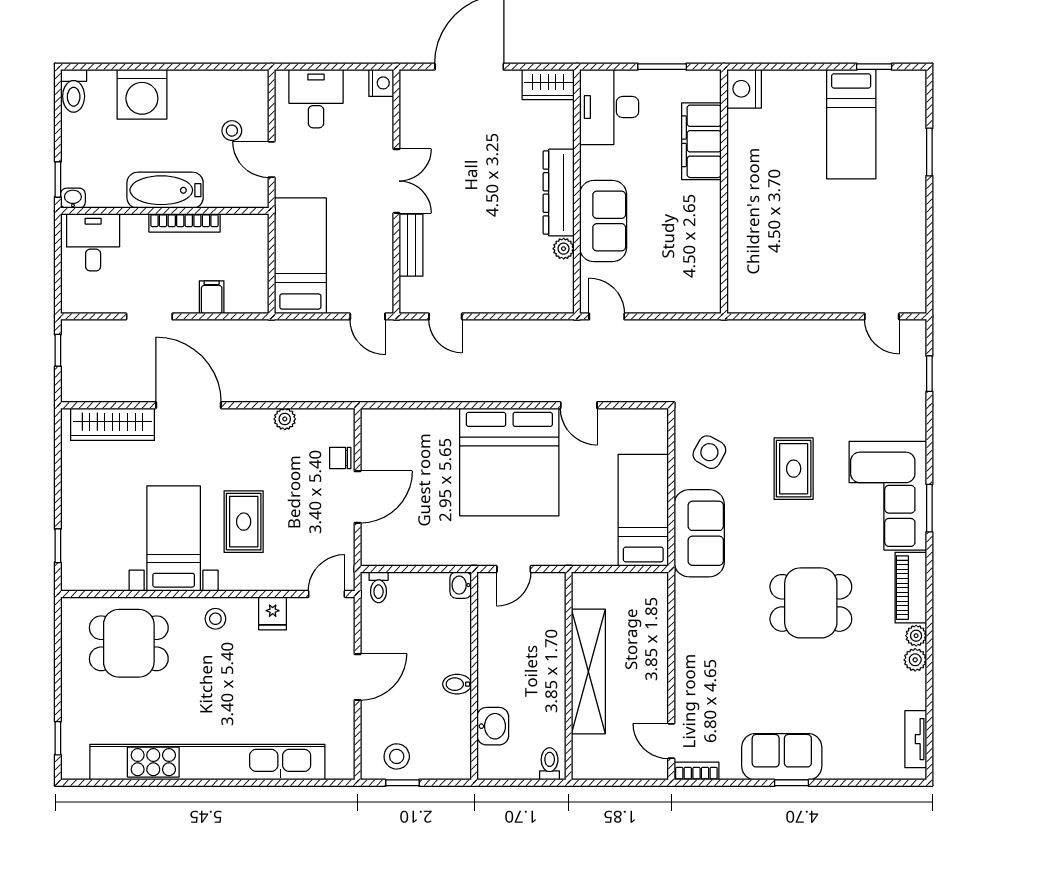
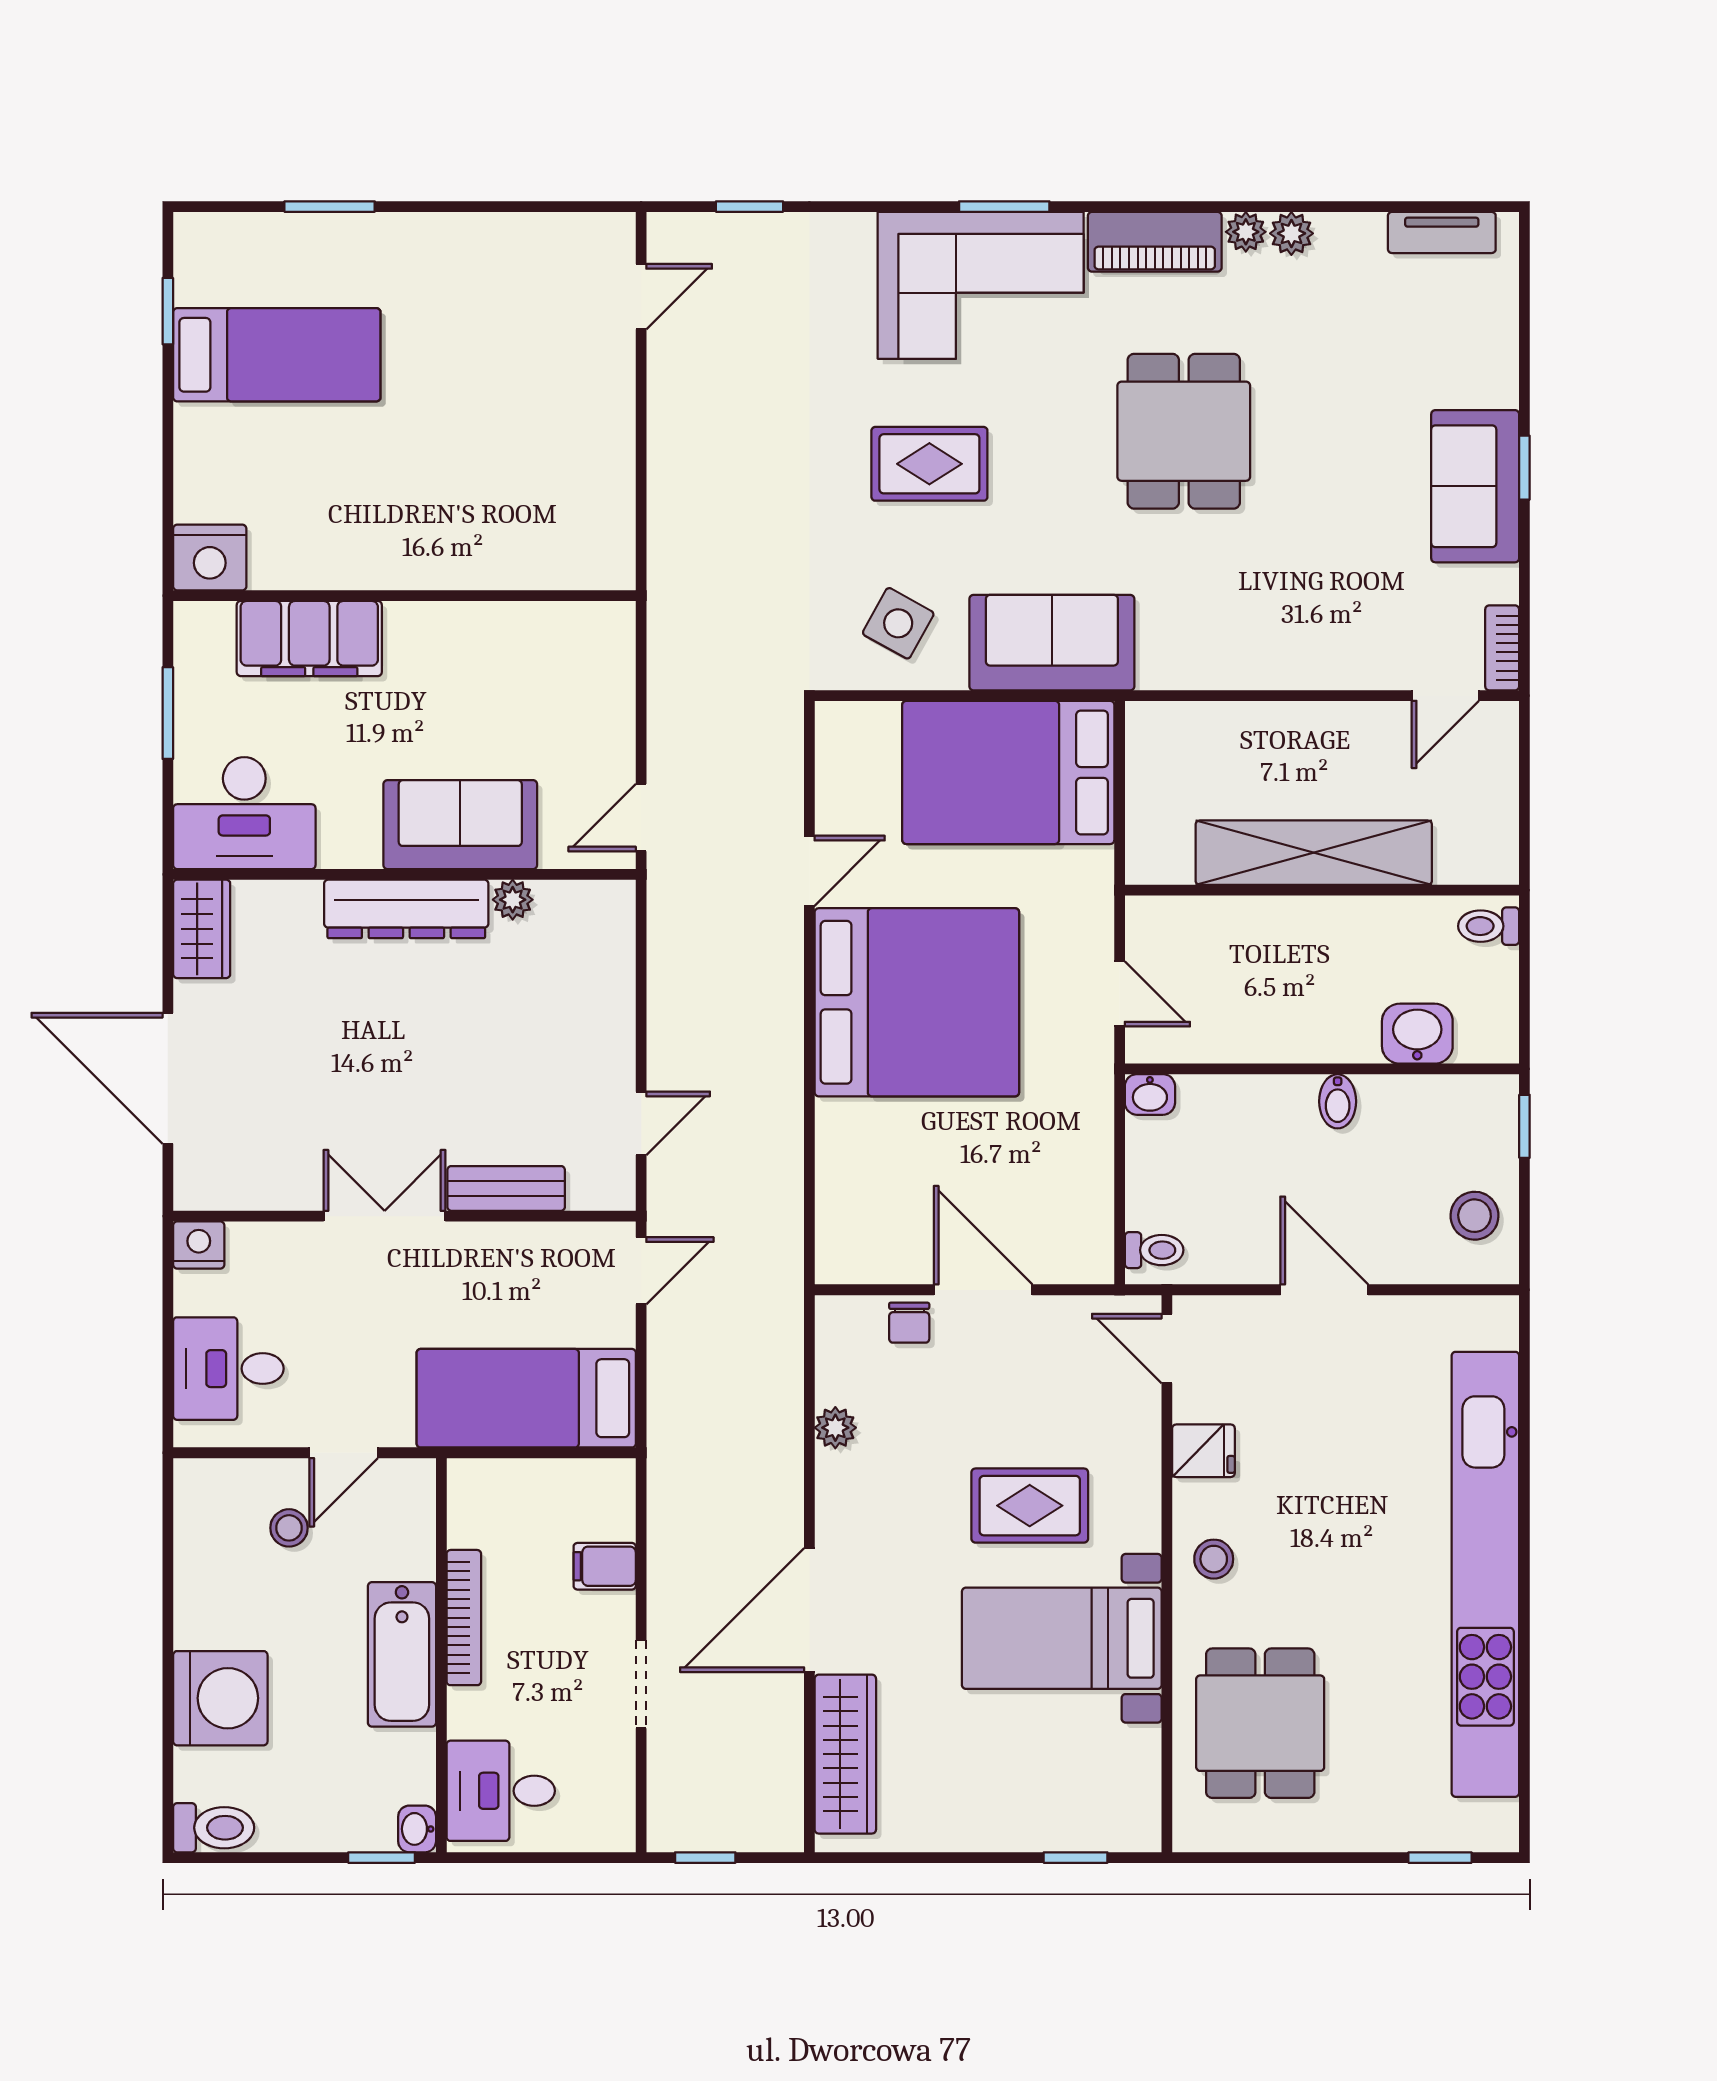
bed: (643, 510) -> (1008, 772), width x1.50
window: (402, 783) -> (1524, 1126), moved

